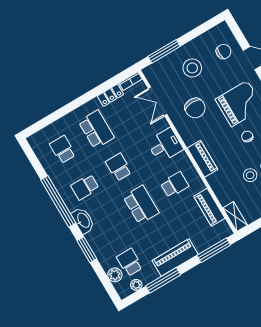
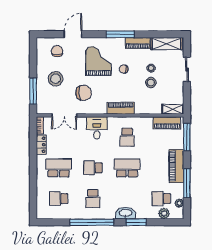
school desk: (175, 185) -> (127, 137), turned 180
piano: (209, 207) -> (167, 123), moved
washbasin: (83, 220) -> (126, 213), moved

